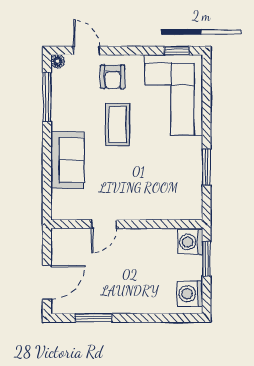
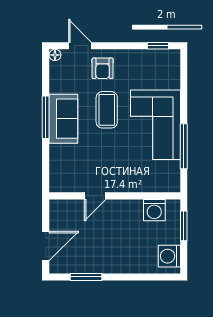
corner sofa: (174, 95) -> (155, 125), moved
window: (47, 97) -> (46, 117), moved
sofa: (67, 160) -> (63, 119), moved
window: (206, 167) -> (184, 146), width x1.44
washing machine: (190, 242) -> (154, 210), moved, turned -90

